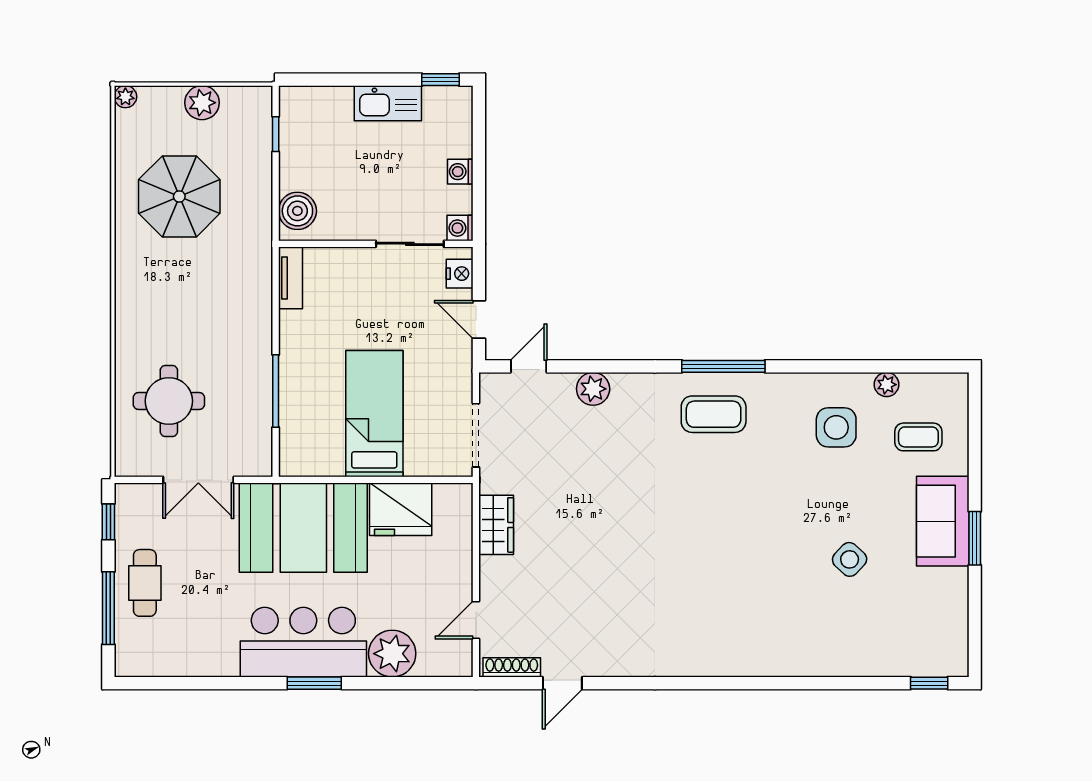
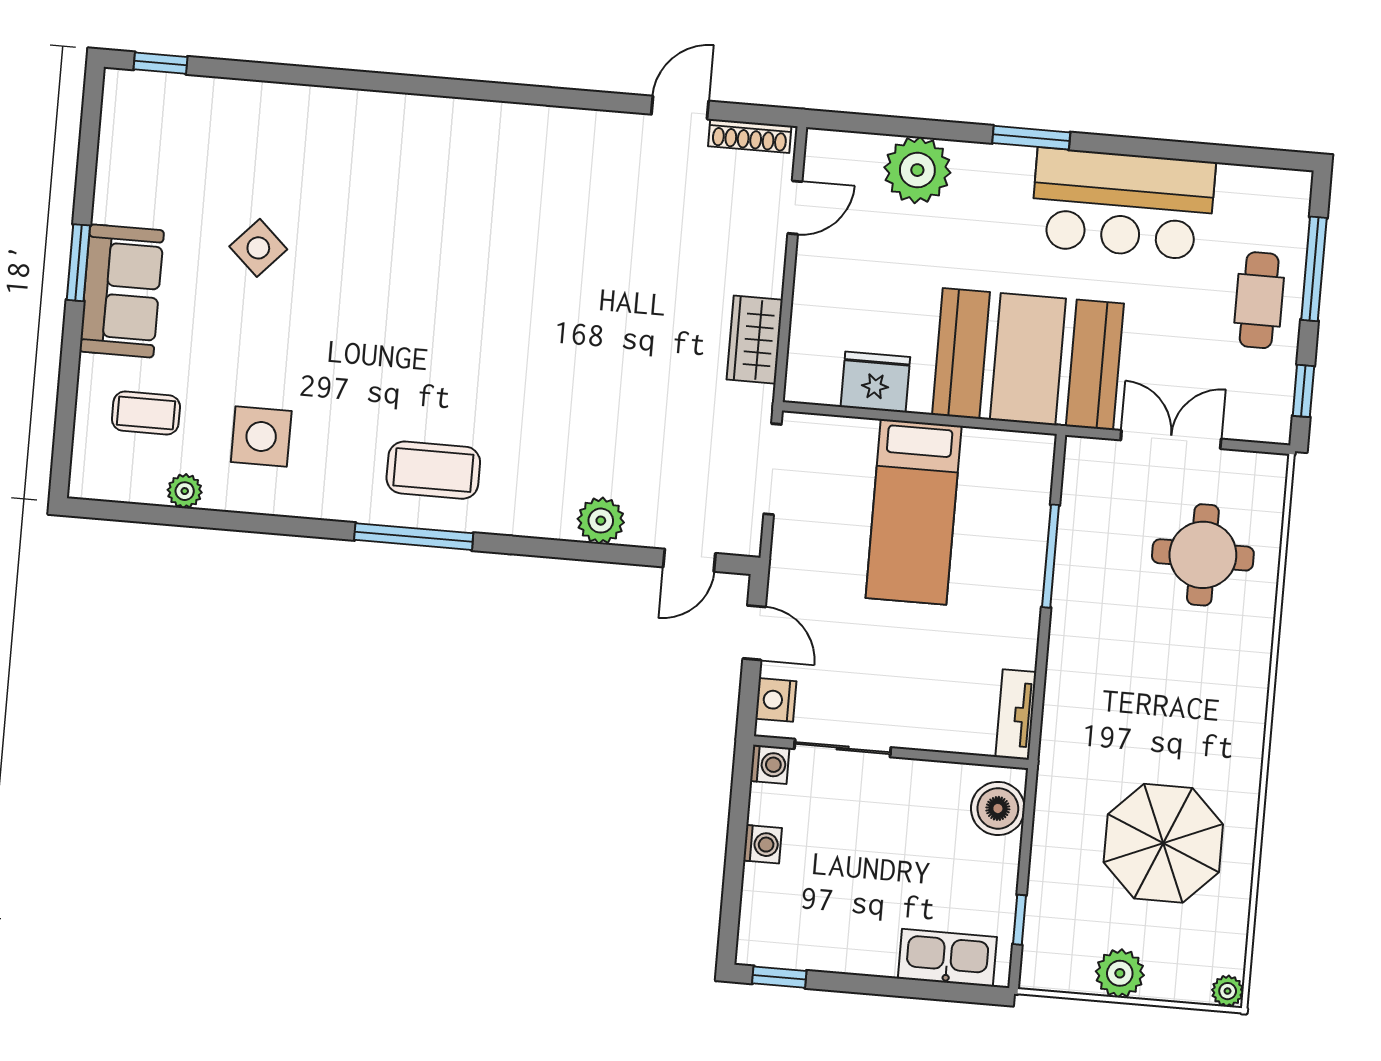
kitchen sink: (388, 103) -> (947, 958), moved
fridge: (401, 509) -> (875, 382), width x0.73, depth x0.75
bar counter: (303, 642) -> (1123, 204), moved

